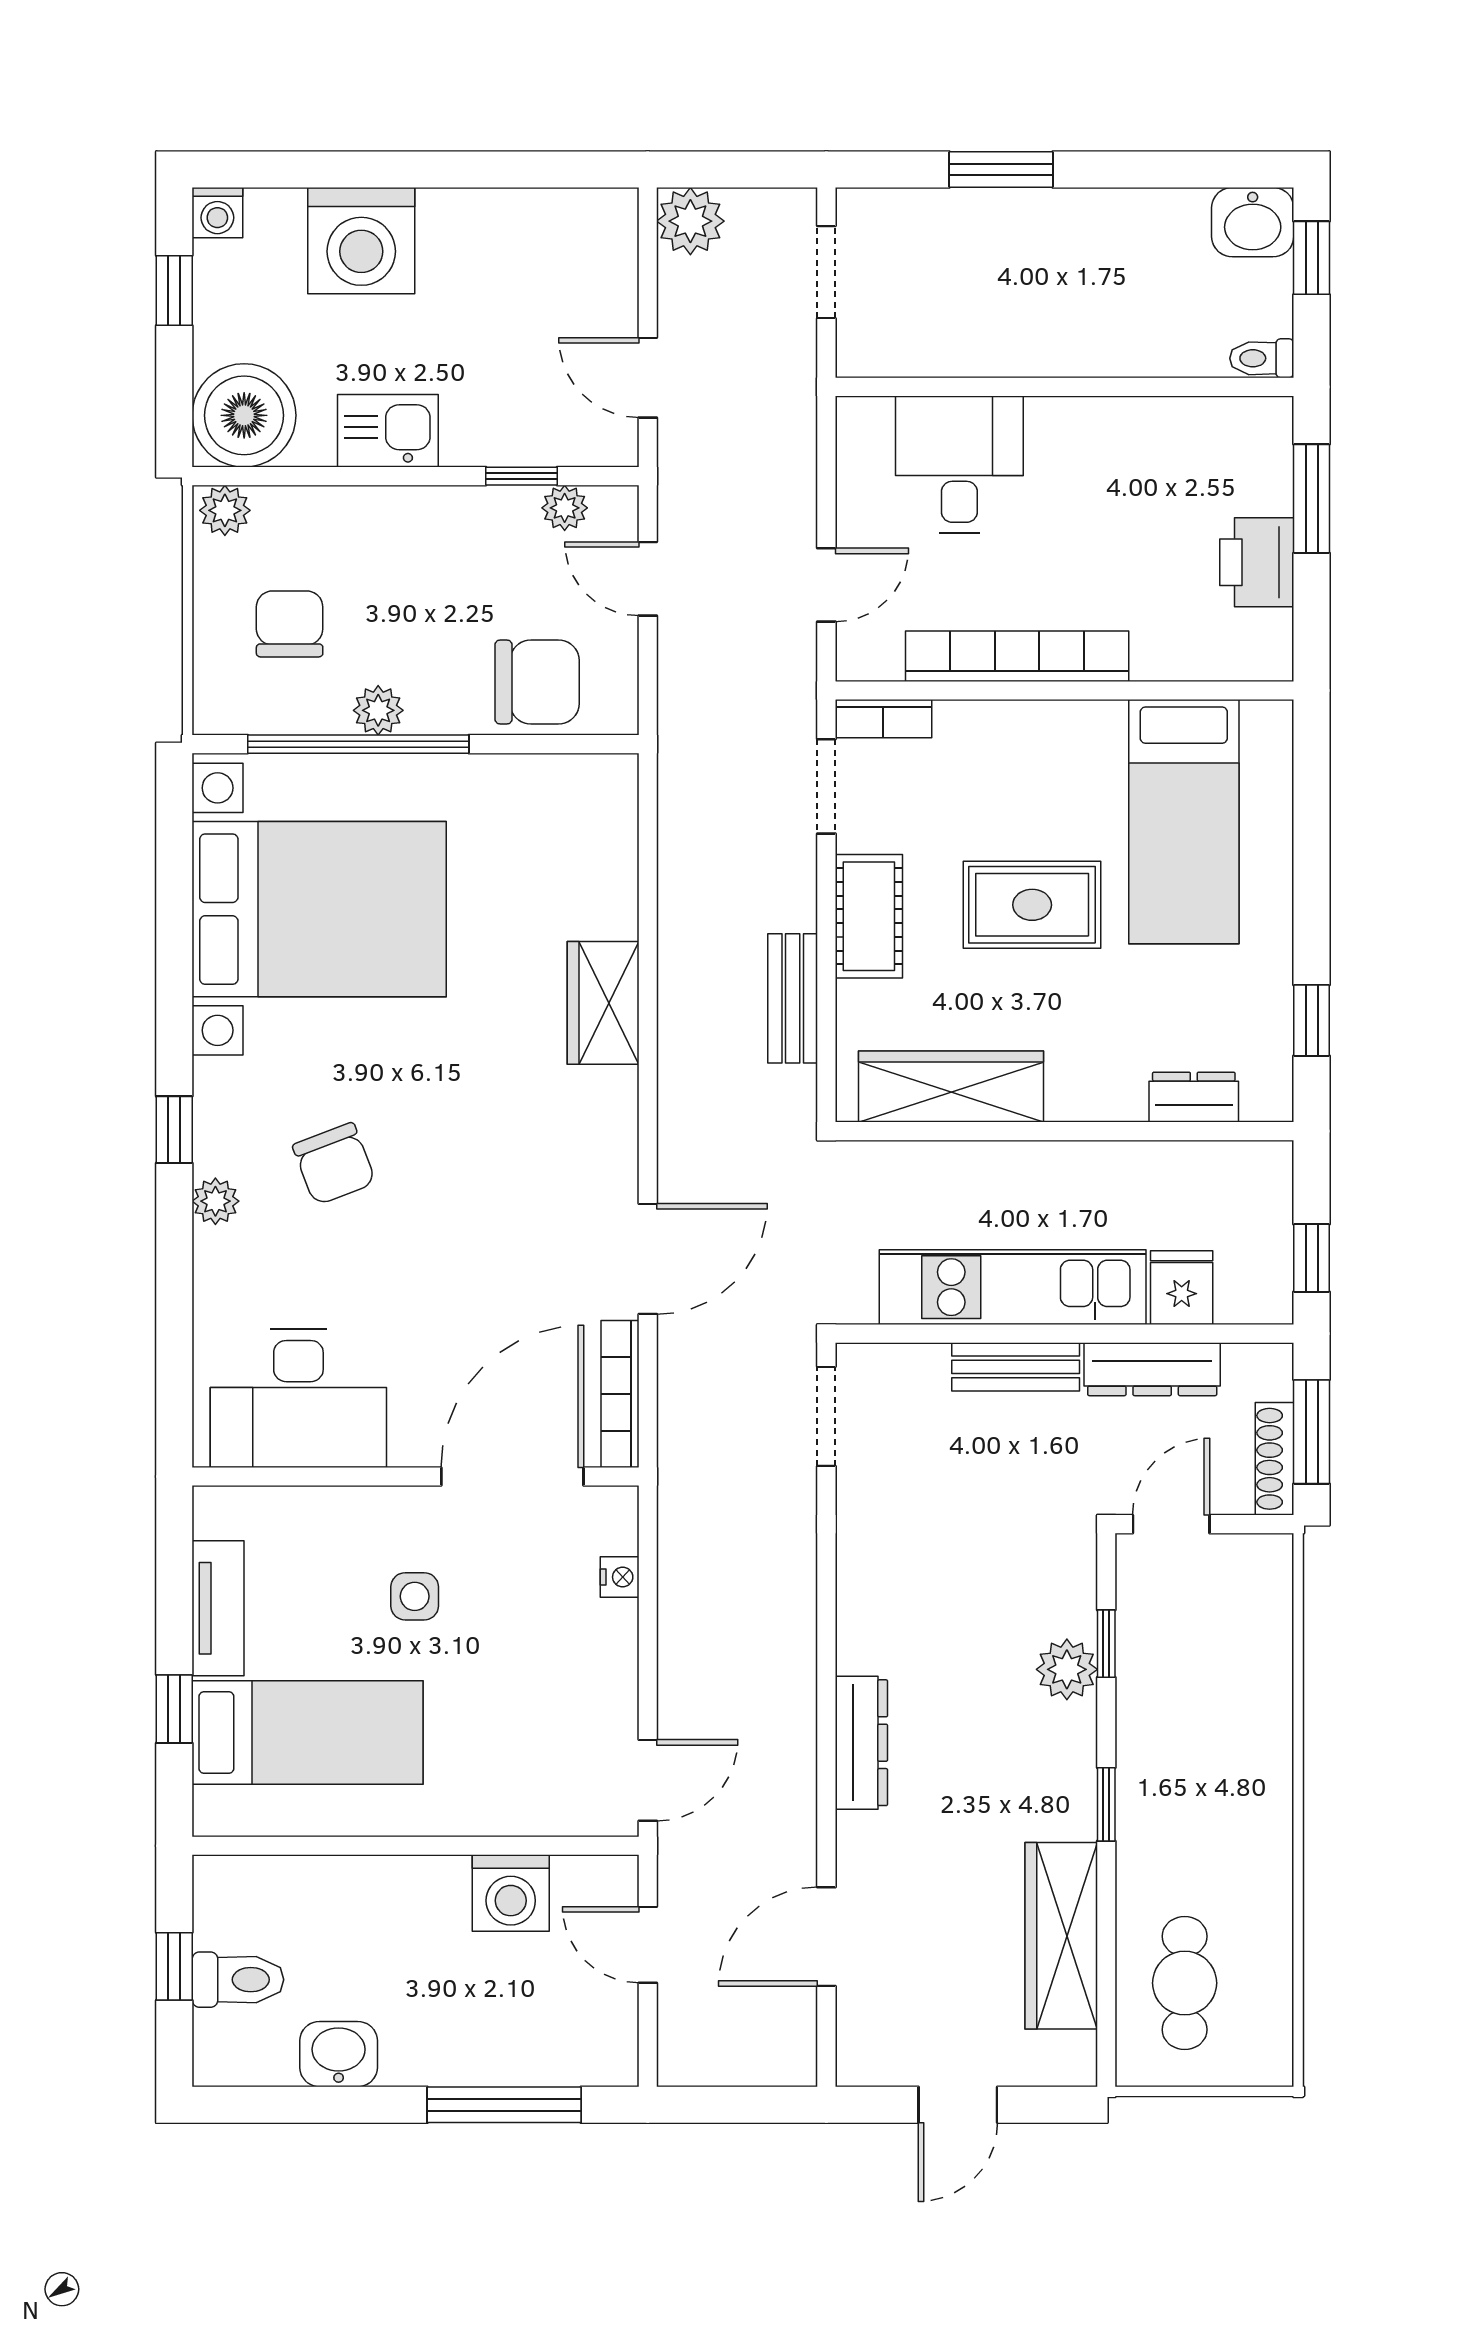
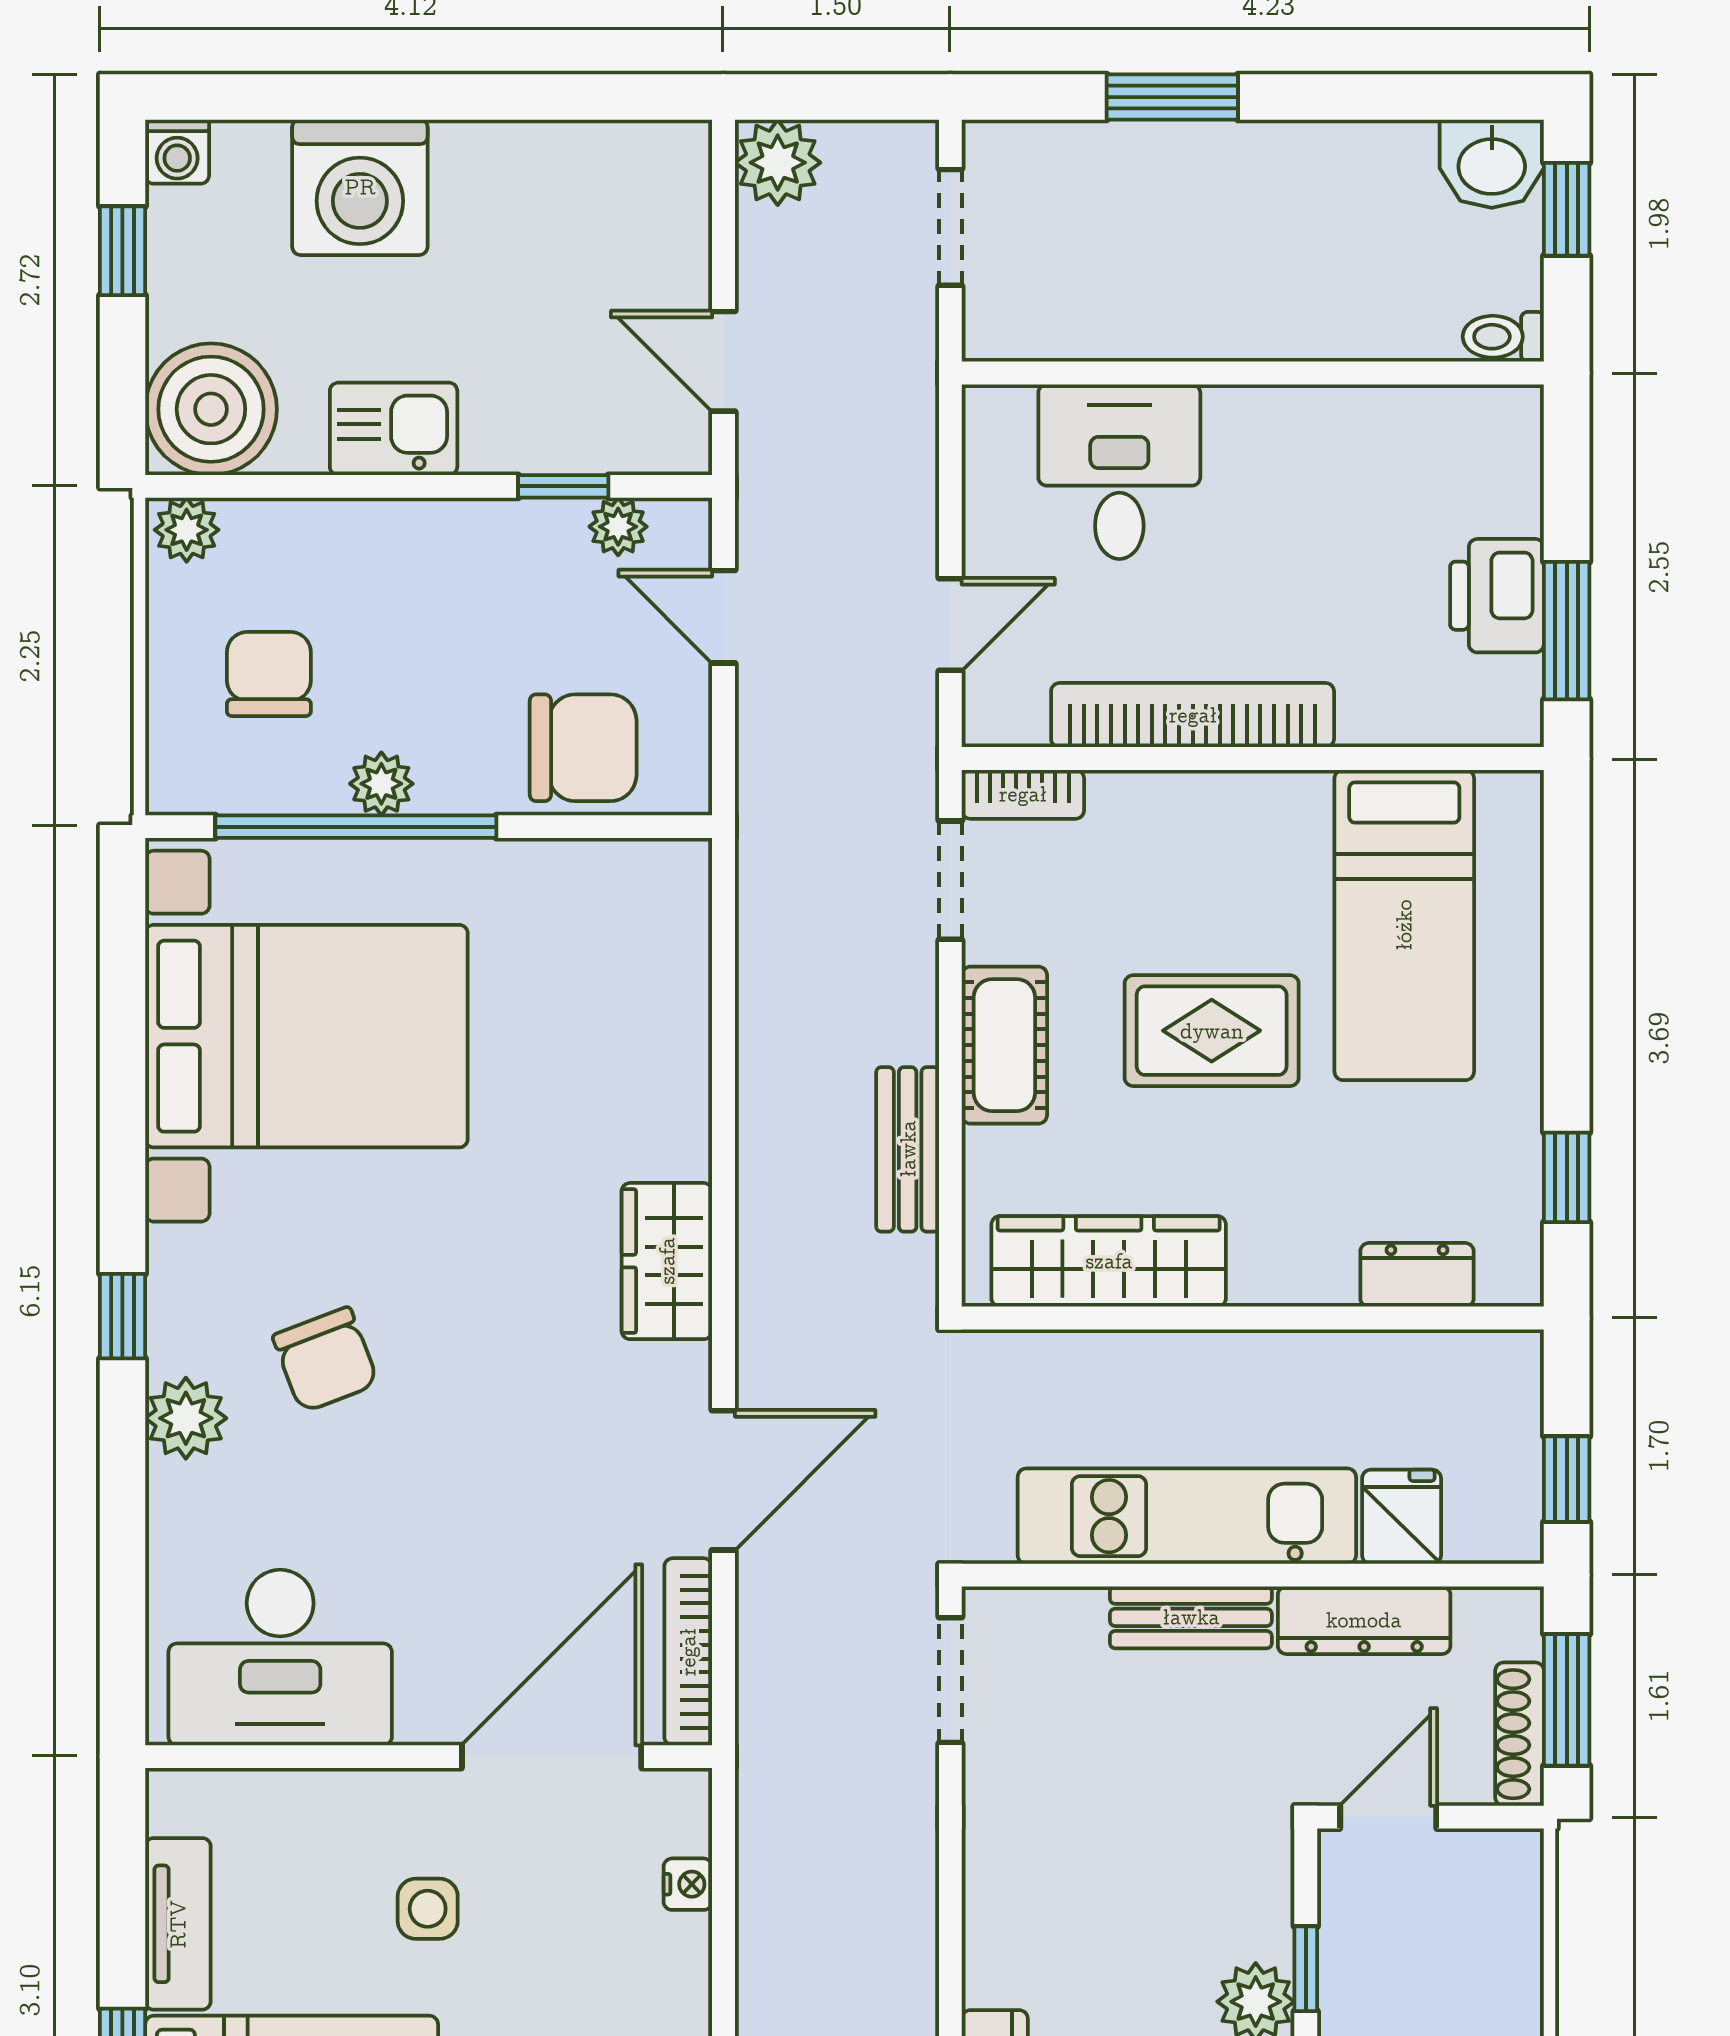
window: (1312, 499) -> (1567, 631), moved
wardrobe: (603, 1003) -> (667, 1261), moved
plant: (215, 1201) -> (186, 1418), width x1.38, depth x1.38

